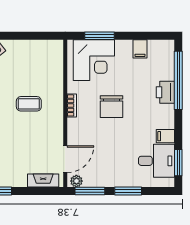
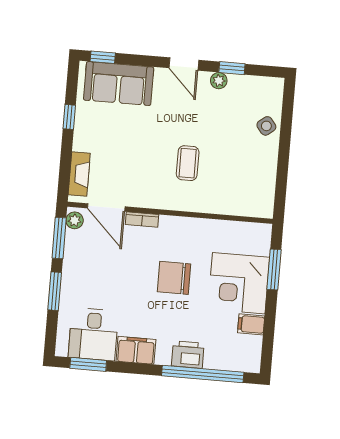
corner desk: (94, 60) -> (239, 283), moved
bookcase: (72, 105) -> (142, 219), moved
filing cabinet: (165, 136) -> (136, 350), width x2.00

